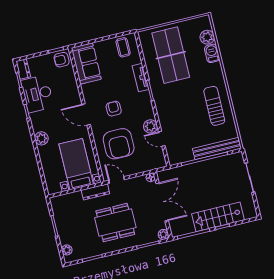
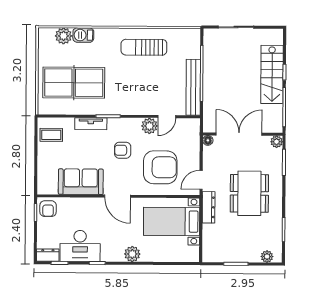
sofa: (86, 63) -> (81, 182), moved
armchair: (114, 109) -> (123, 150), moved
door: (86, 114) -> (118, 196), hinge flipped
bench: (217, 148) -> (193, 87), moved

